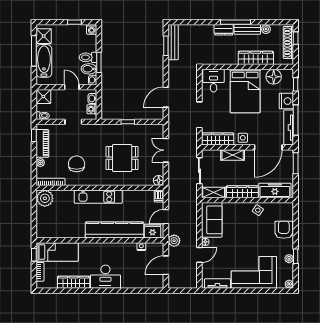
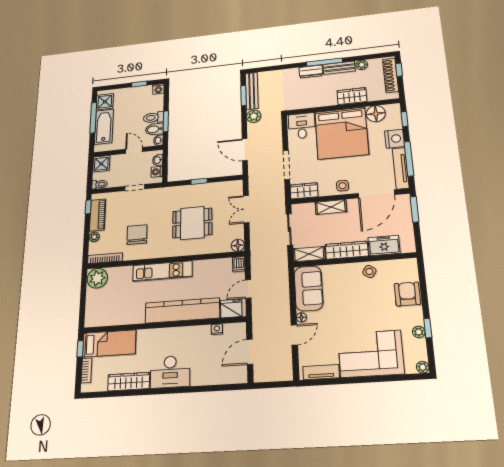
wardrobe: (256, 58) -> (352, 96), width x0.67
bed: (245, 91) -> (342, 133), width x1.36
door: (166, 97) -> (245, 150), hinge flipped
wardrobe: (218, 139) -> (304, 191), width x0.67
freezer: (275, 190) -> (384, 245), width x0.71
plant: (174, 241) -> (254, 116), moved

